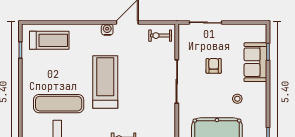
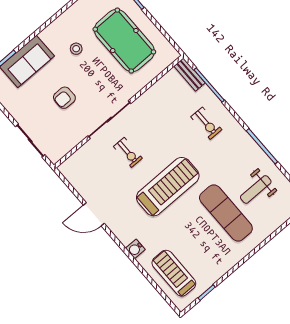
water cooler: (107, 30) -> (135, 249), moved
exercise bike: (160, 36) -> (128, 152), moved
treadmill: (105, 82) -> (168, 187), turned 180

